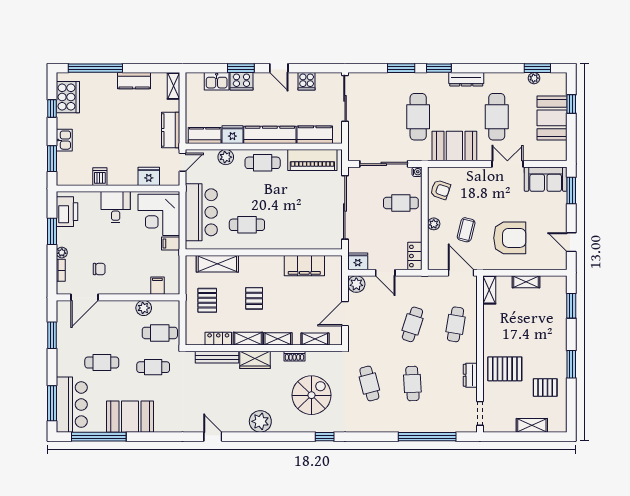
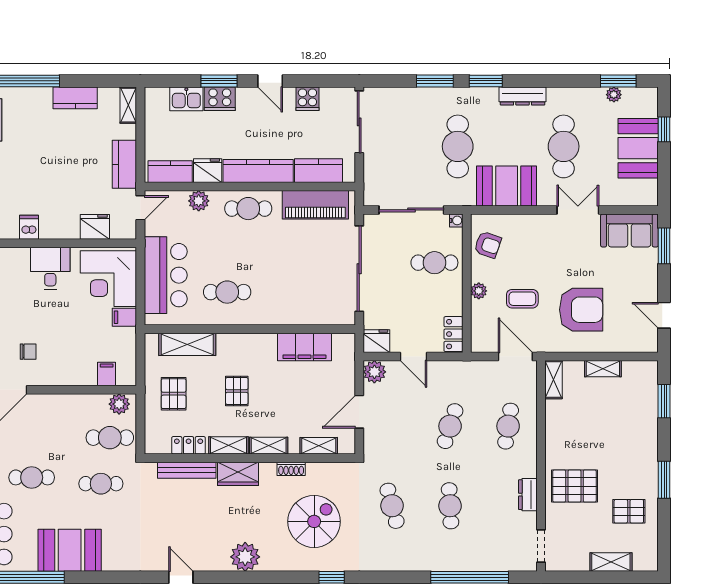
coffee table: (466, 230) -> (522, 299), turned 76
plant: (144, 308) -> (119, 404), moved

